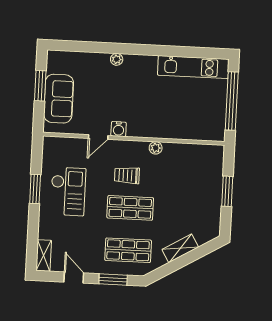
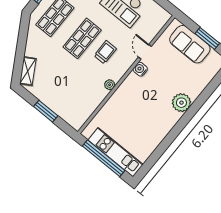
plant: (117, 59) -> (181, 103), width x1.88, depth x1.88
kitchen unit: (193, 67) -> (116, 152), moved, turned 90
shelving: (180, 248) -> (28, 71), moved

